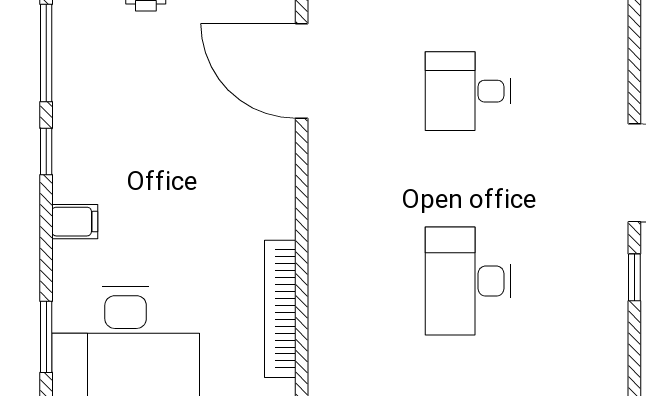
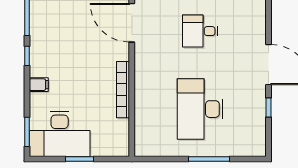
desk: (468, 281) -> (200, 109), width x1.36, depth x1.30
bookcase: (280, 309) -> (123, 90), moved

